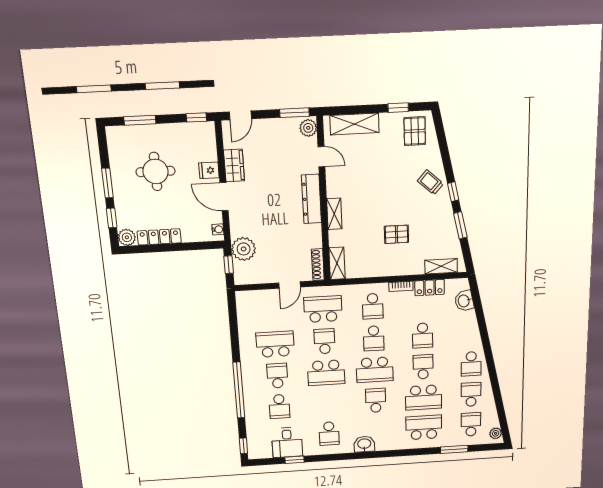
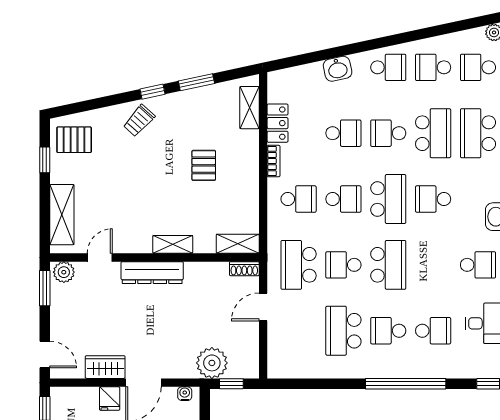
shoe rack: (318, 265) -> (244, 269), width x0.70
door: (290, 285) -> (263, 307), swing flipped
washbasin: (464, 301) -> (338, 69), moved

